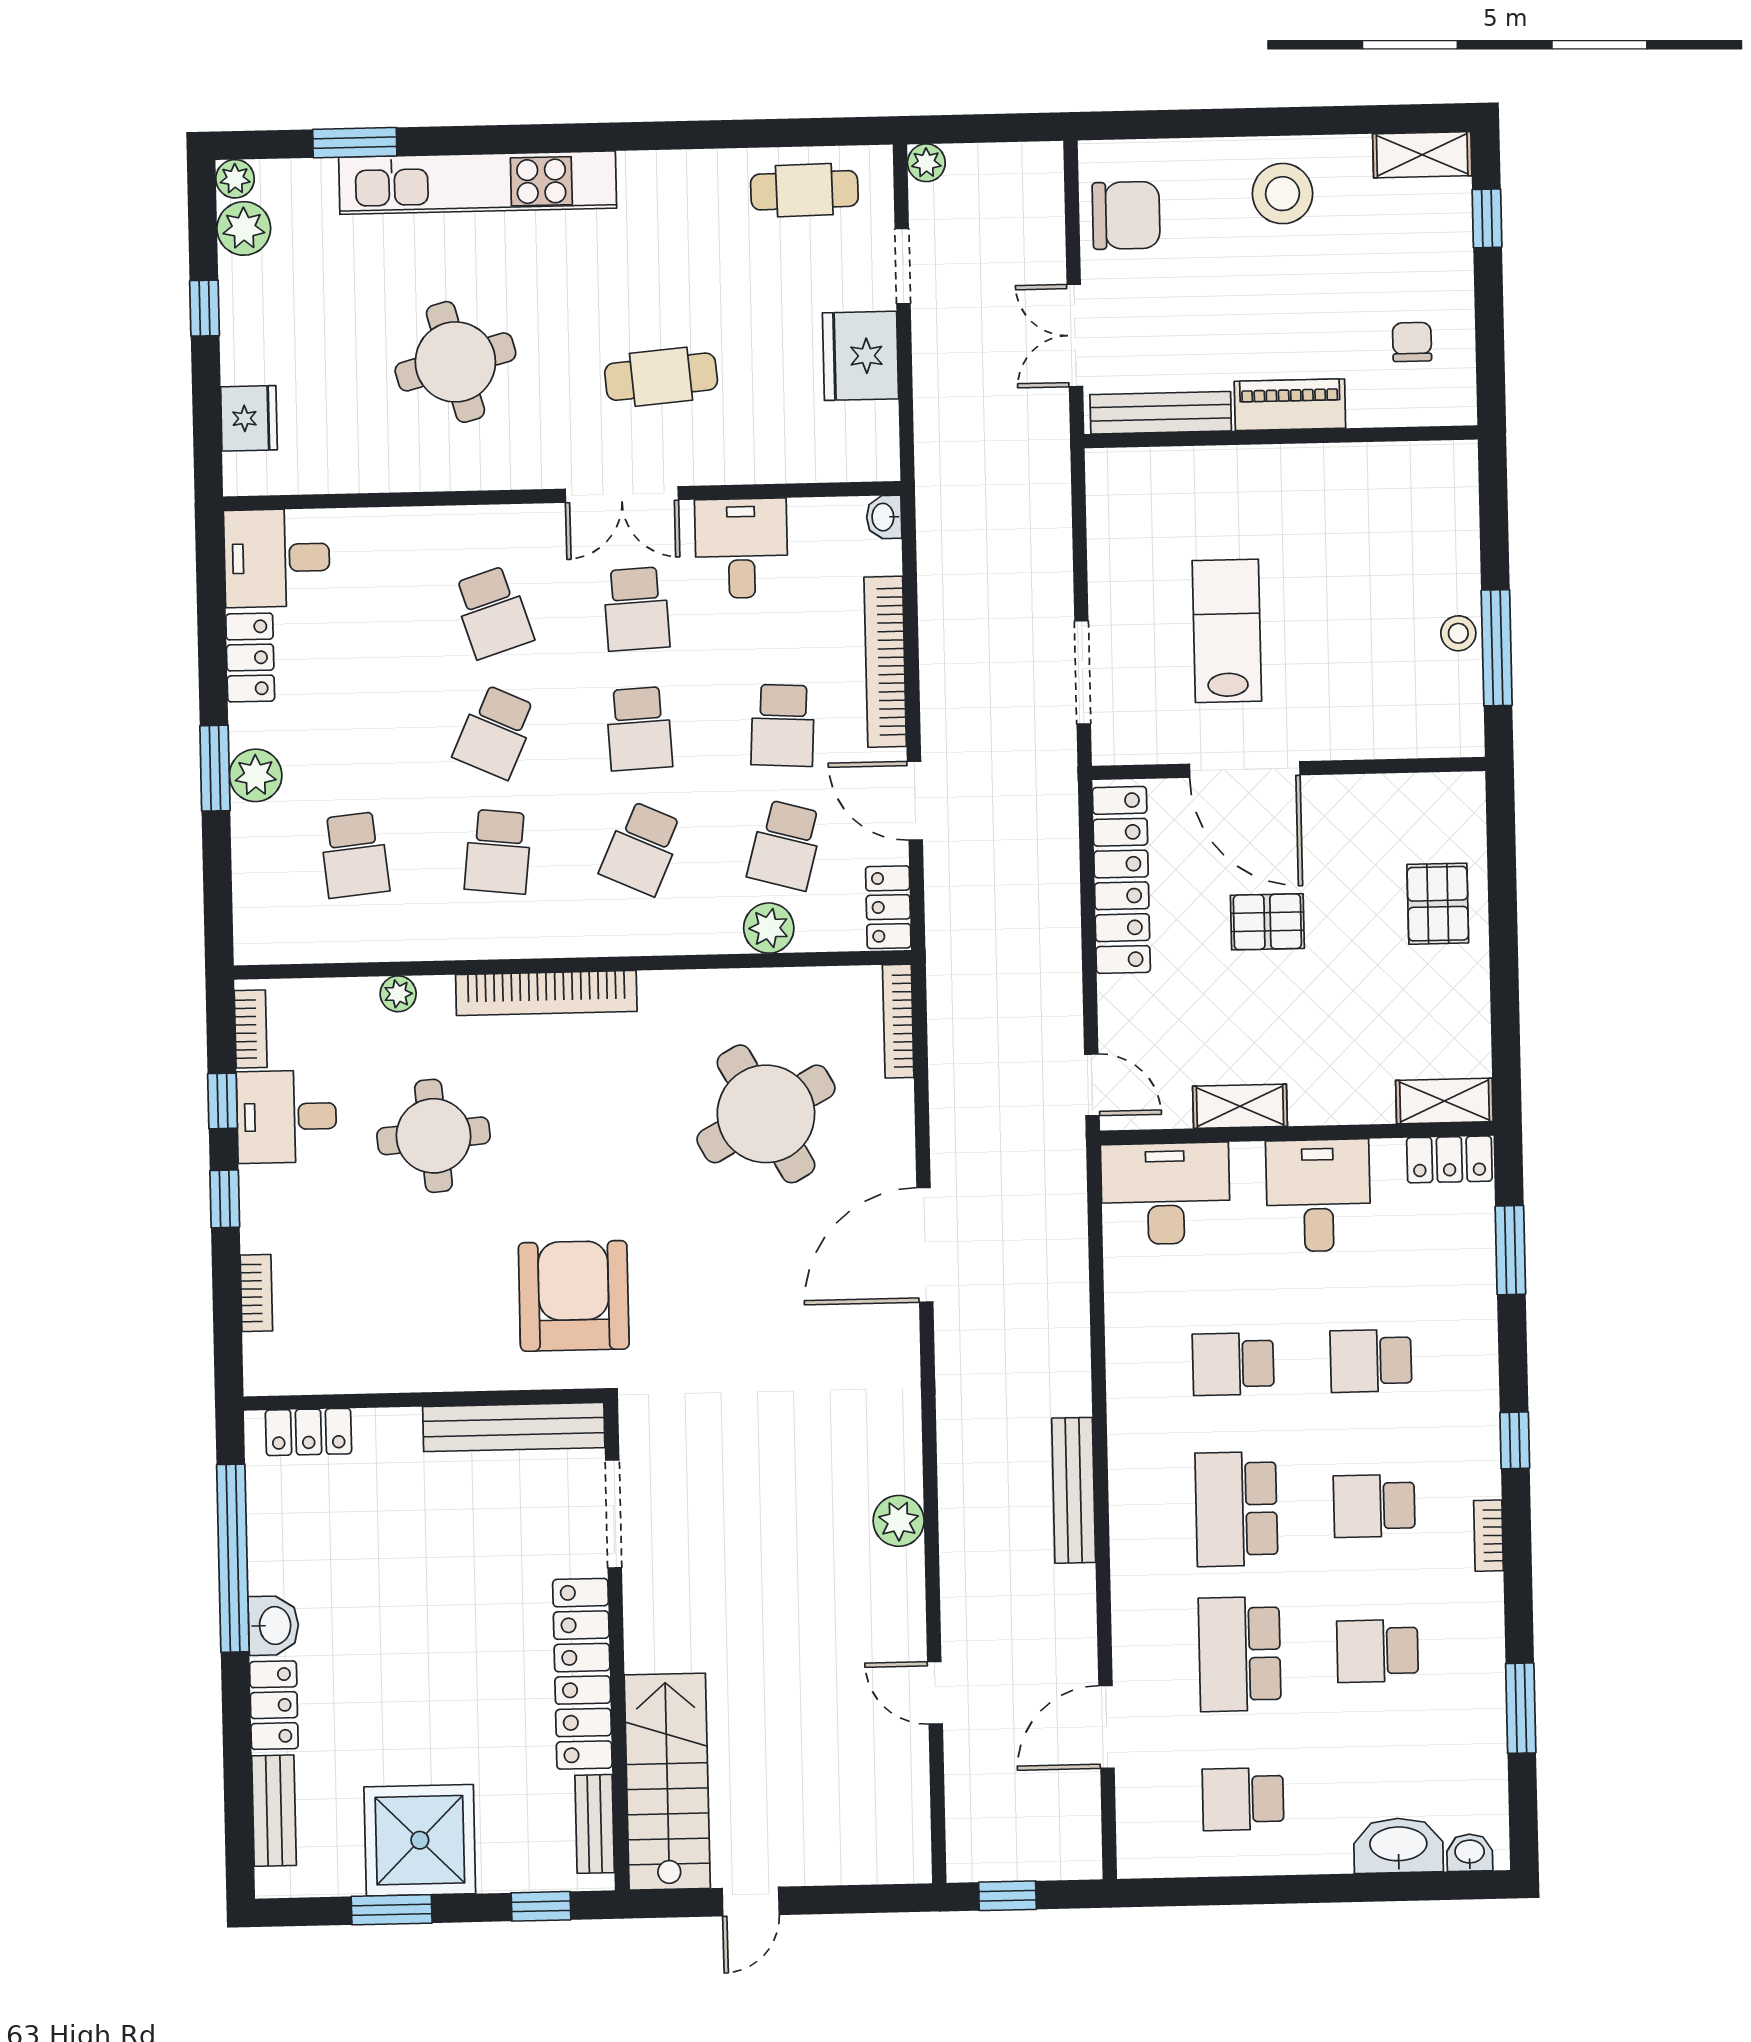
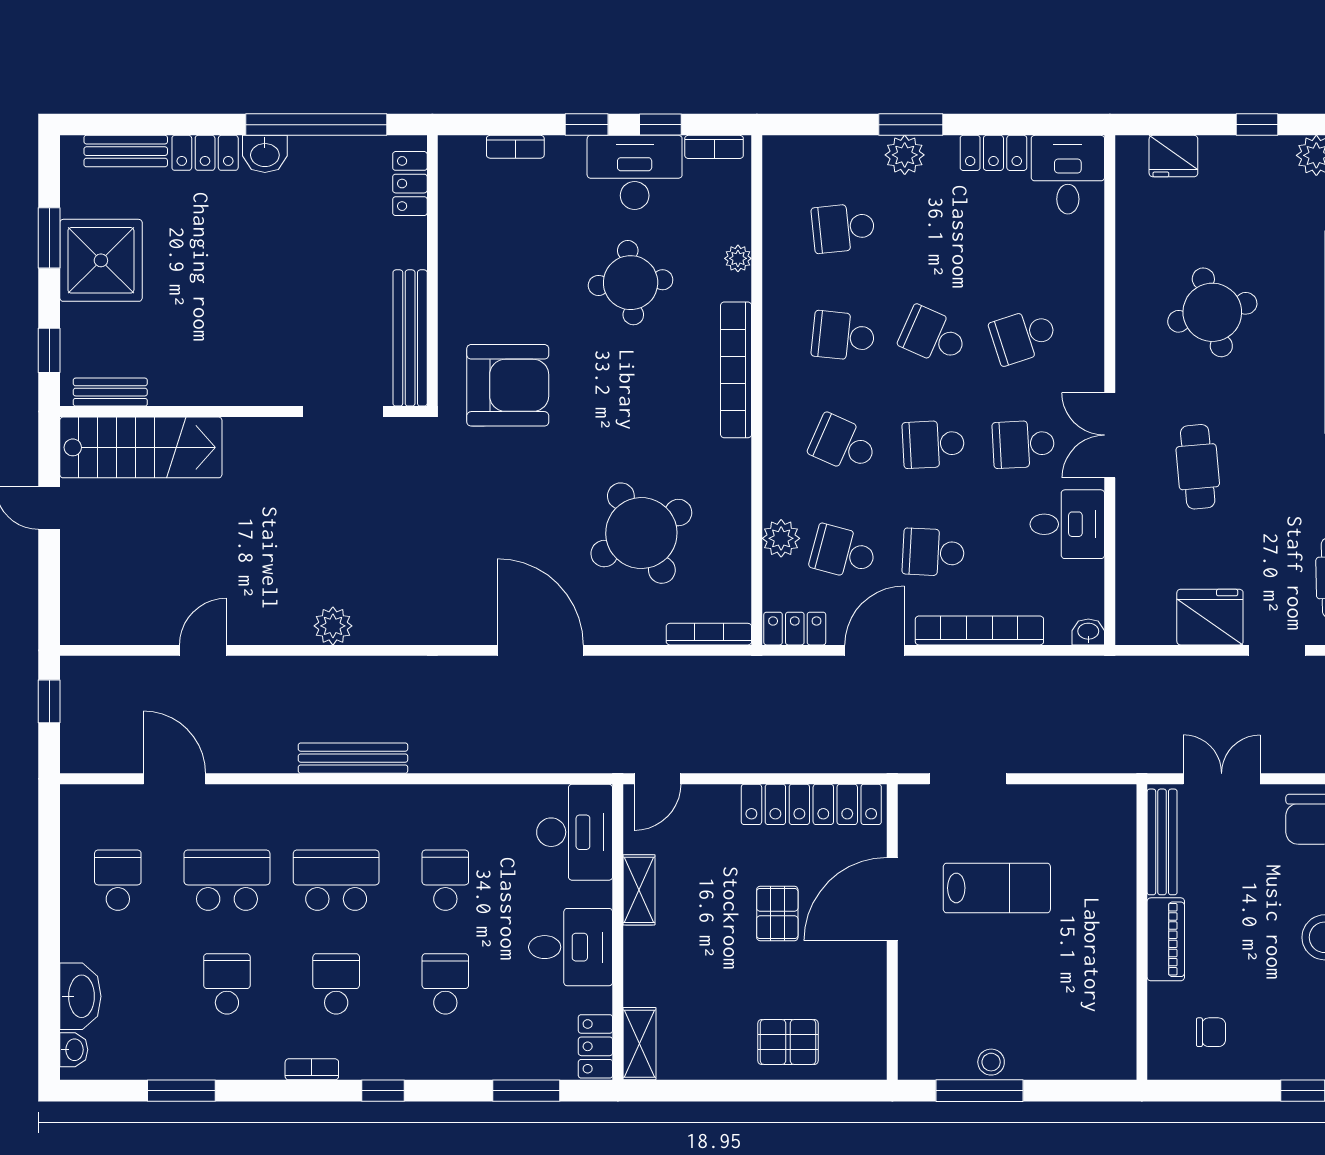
desk: (287, 1117) -> (635, 172), width x1.37
locker: (582, 1674) -> (223, 385), removed

